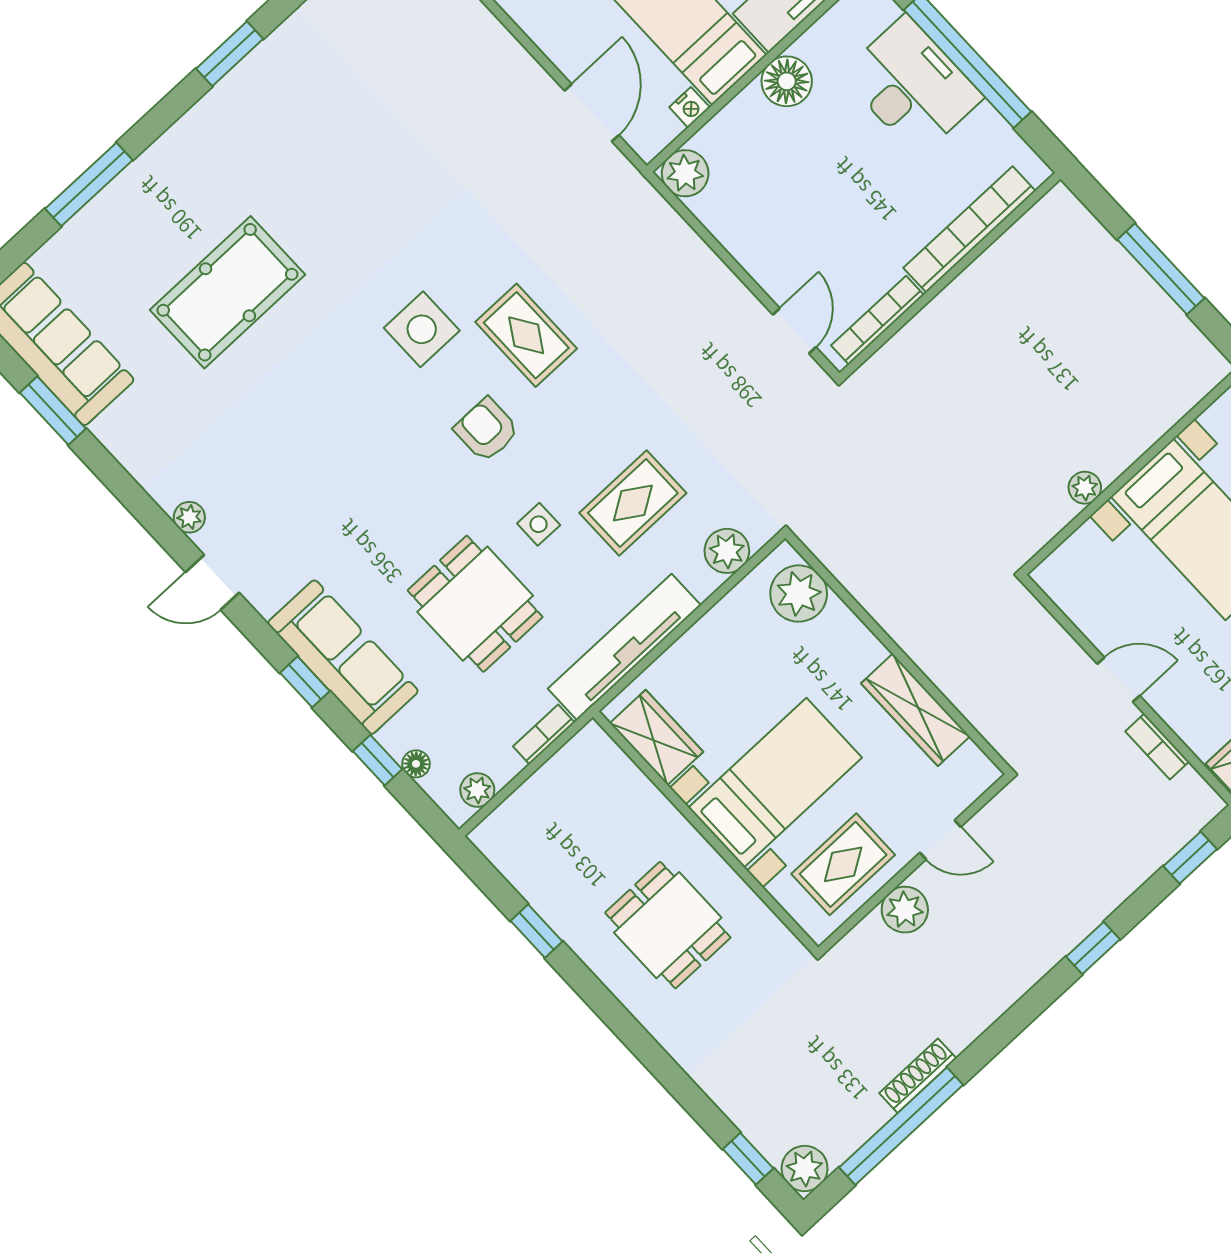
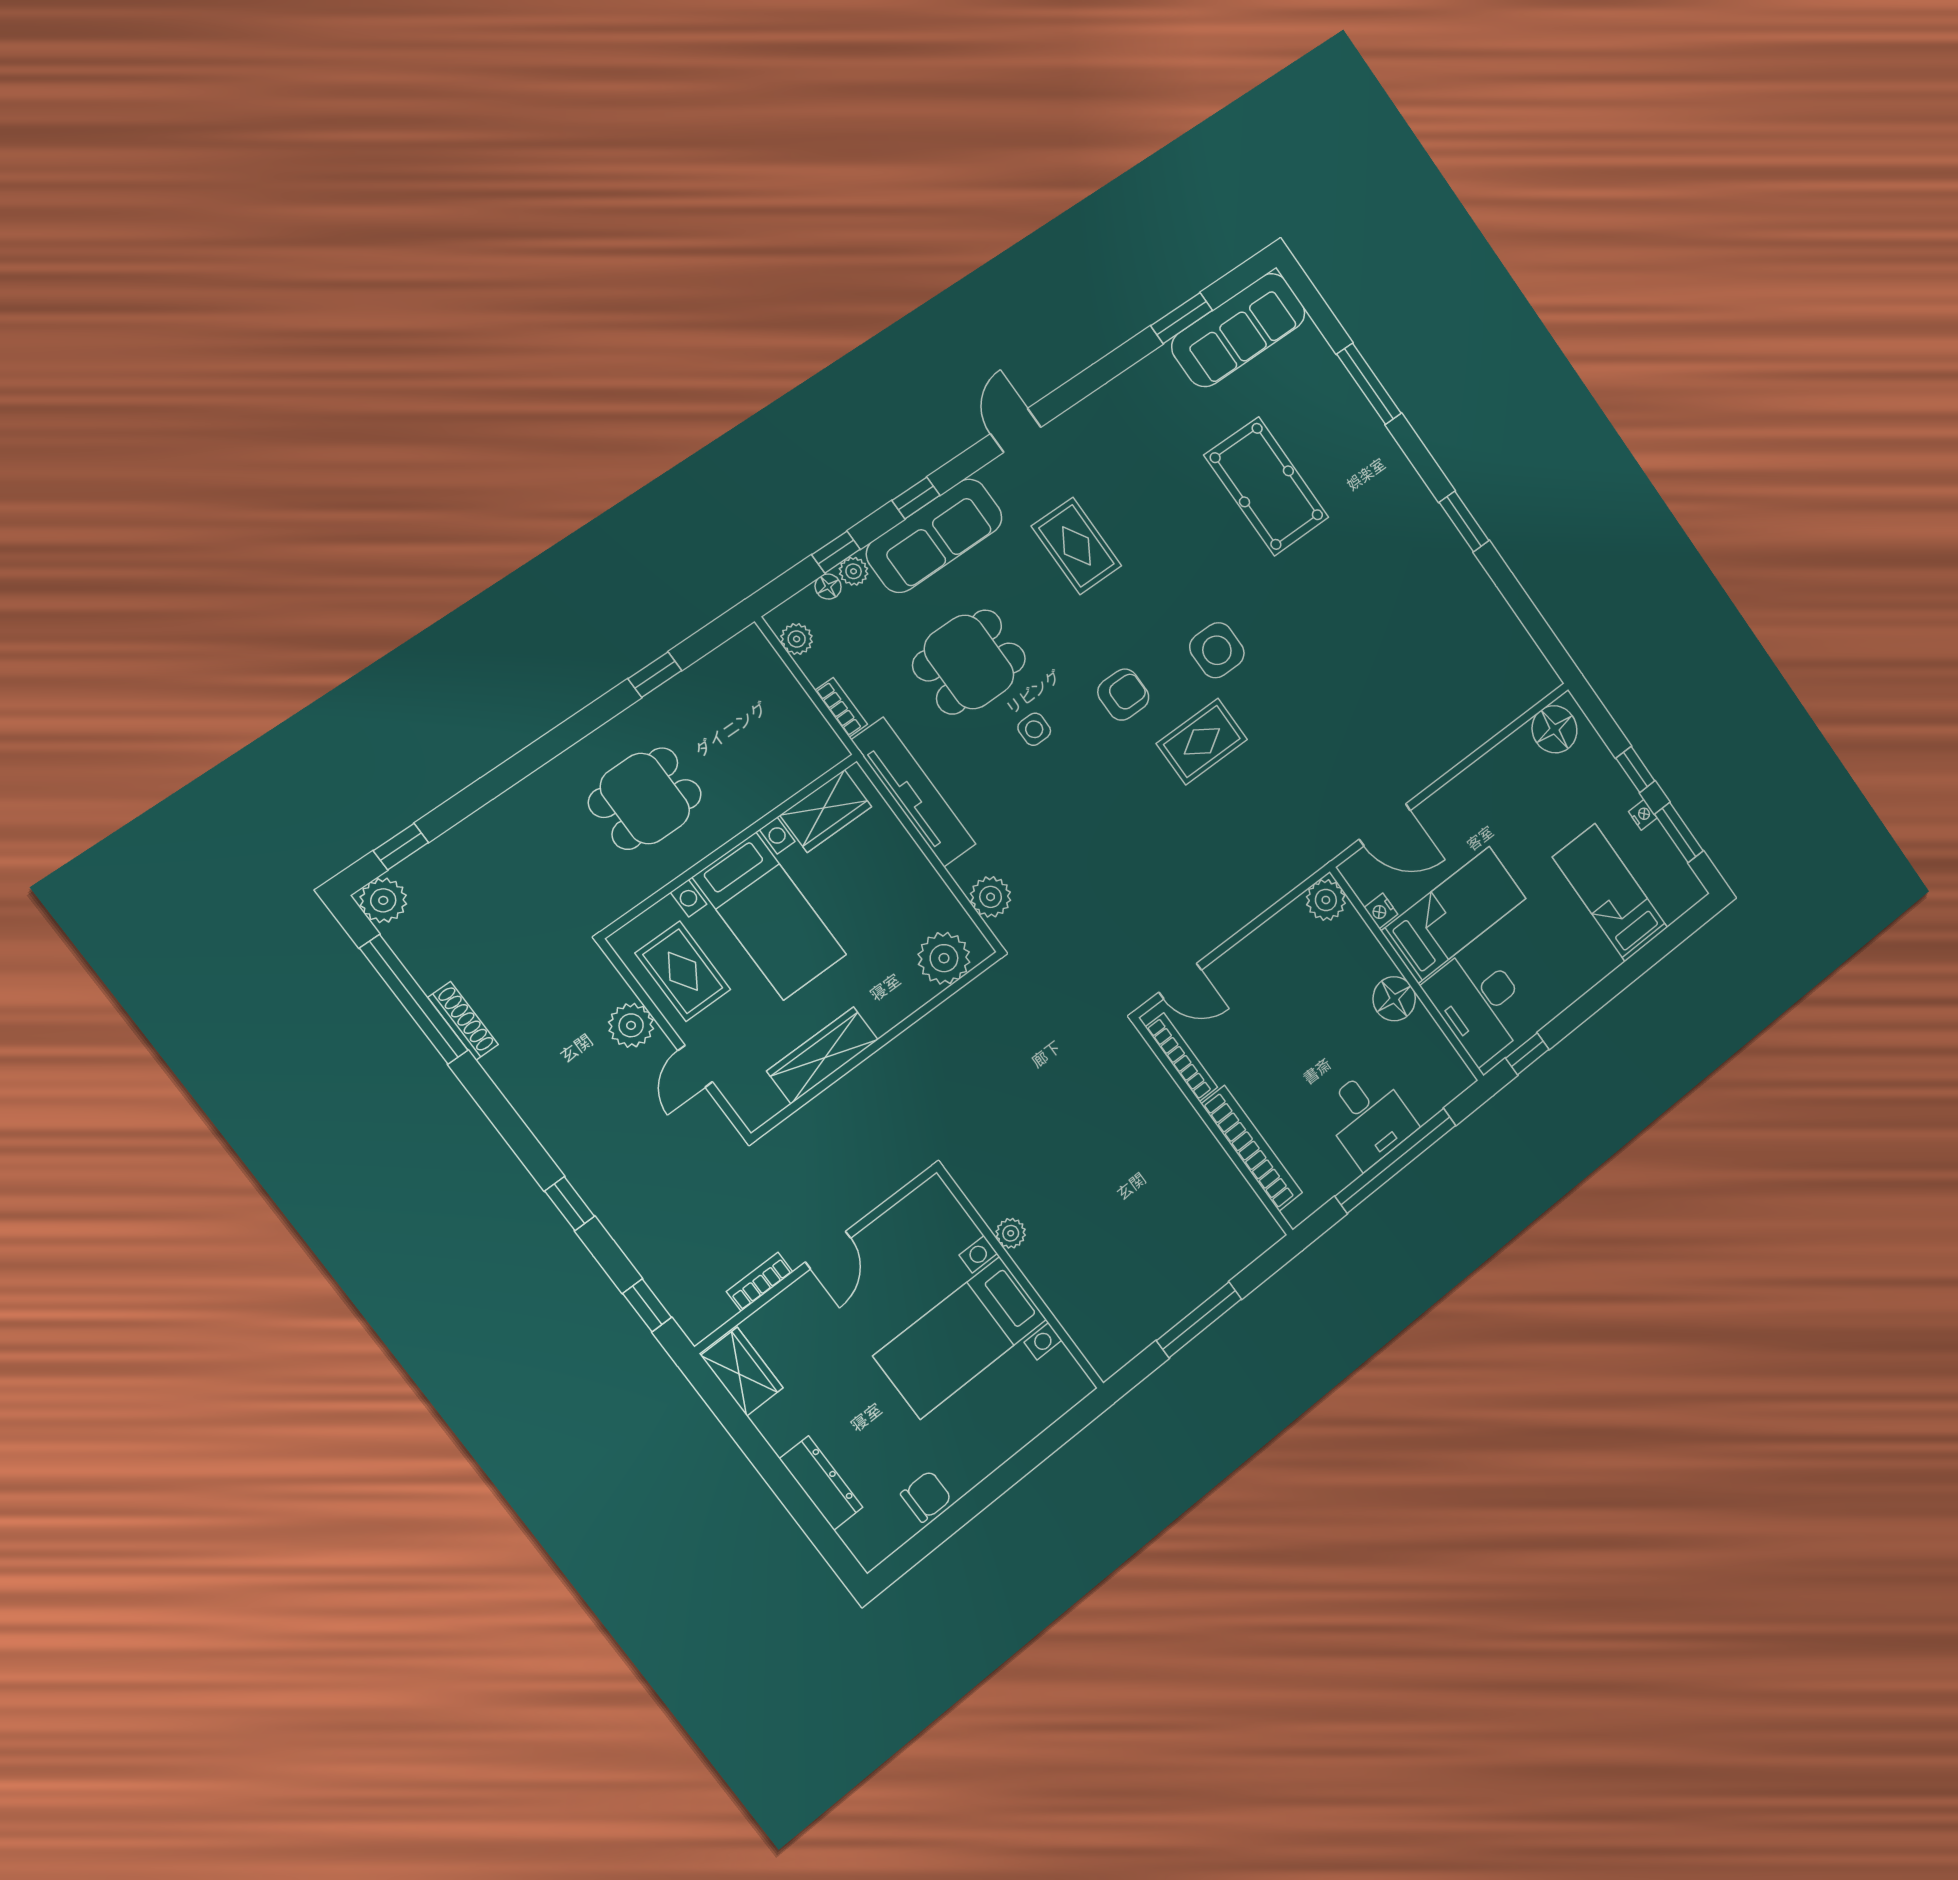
desk: (912, 86) -> (1369, 1118), width x0.73
rug: (633, 503) -> (1076, 546), moved
plant: (189, 517) -> (854, 571), moved

